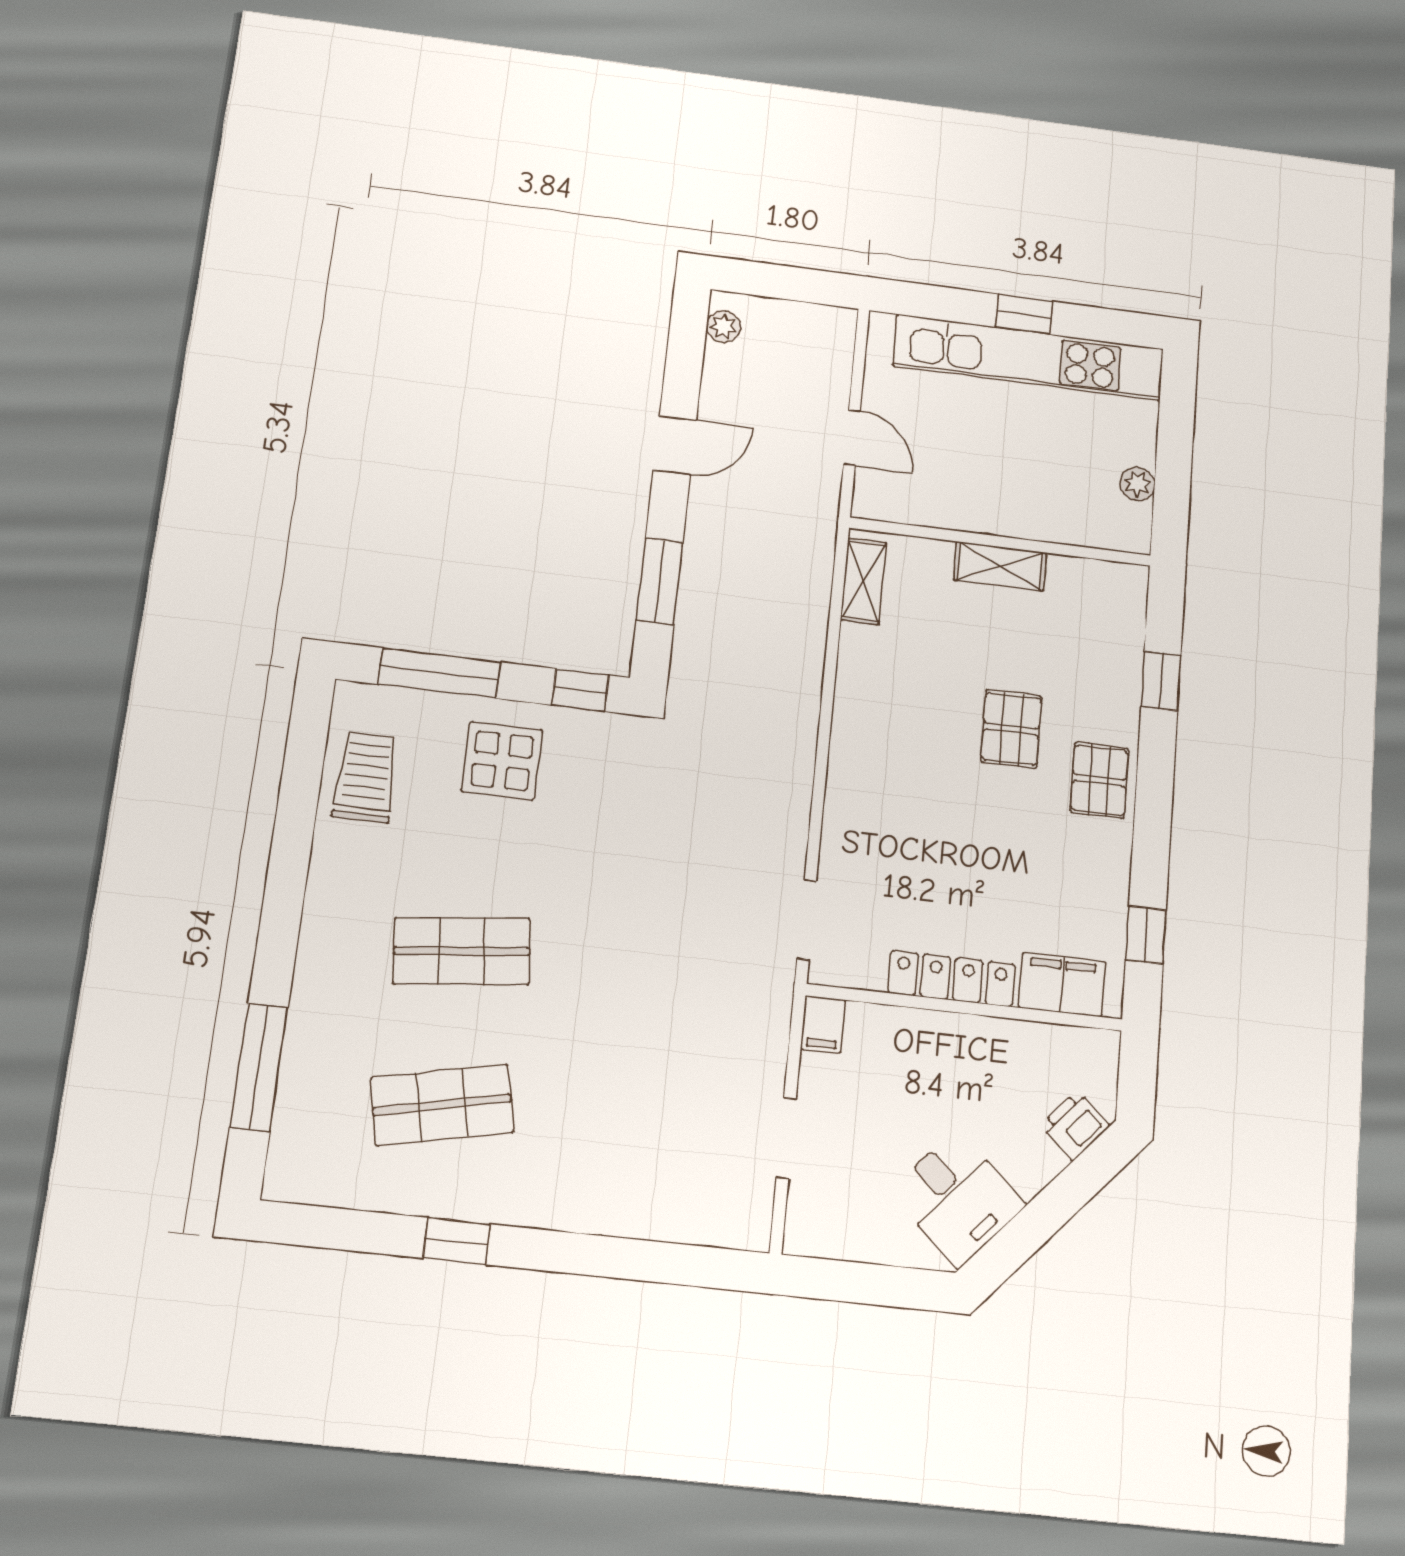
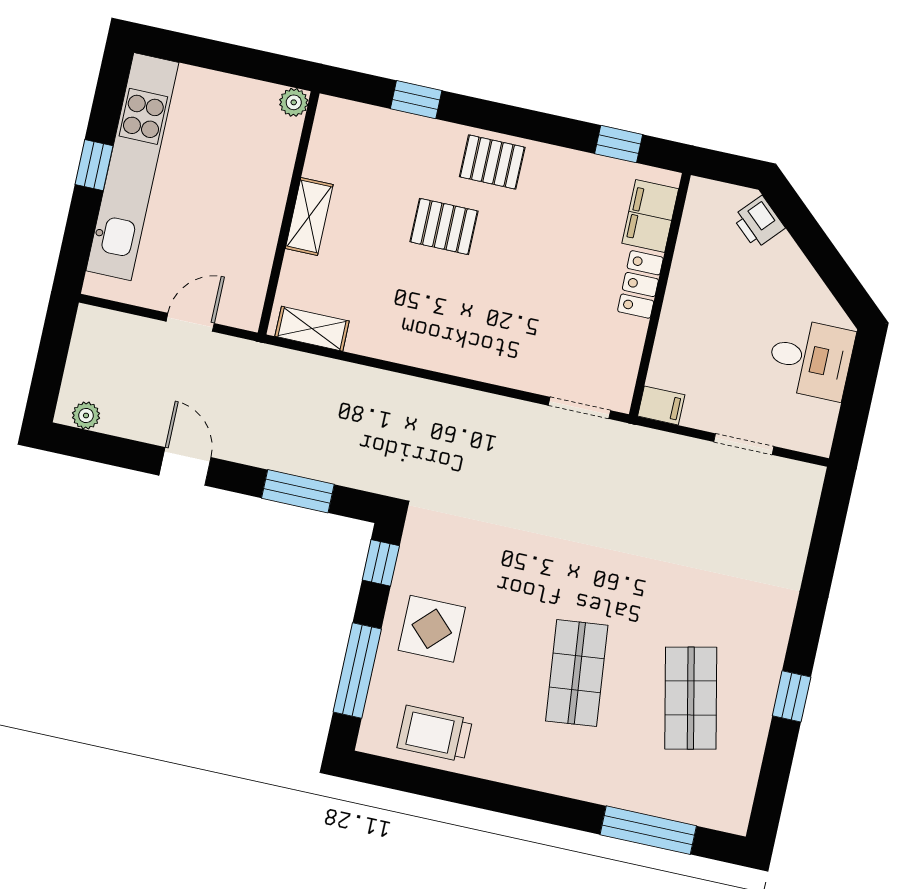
plant: (1138, 484) -> (294, 102), moved
locker: (952, 979) -> (640, 284), width x0.66
desk: (957, 1198) -> (811, 359), moved, turned 48

